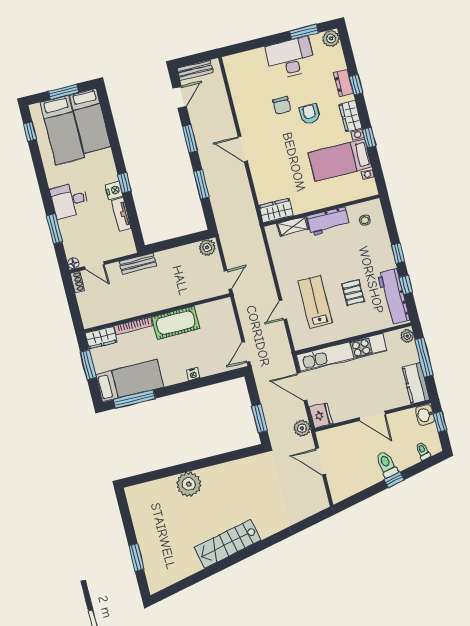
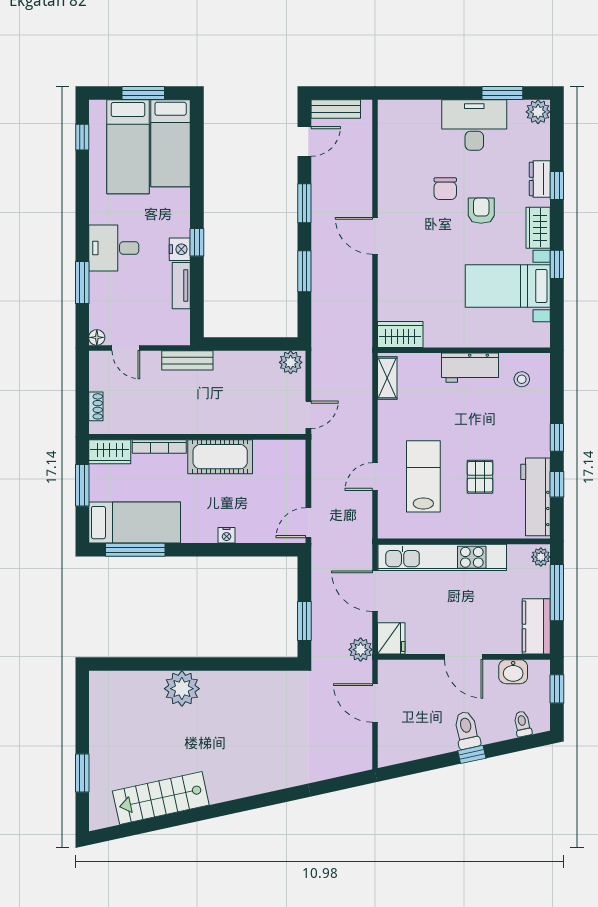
shelving: (293, 226) -> (387, 378), moved, turned 90
shoe rack: (77, 282) -> (96, 406), moved
washbasin: (425, 415) -> (513, 672), moved, turned -90
stairs: (228, 544) -> (161, 798), moved

